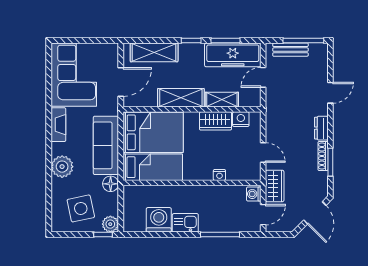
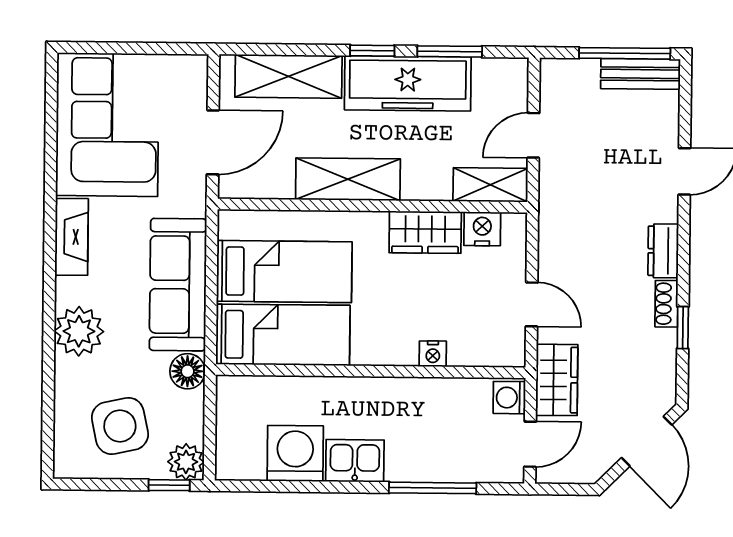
bench: (290, 50) -> (640, 74), moved
freezer: (233, 55) -> (408, 83), moved
shelving: (222, 100) -> (490, 185), moved
bed: (153, 132) -> (284, 272), width x0.67
shoe rack: (323, 156) -> (667, 304), width x0.70
window: (330, 162) -> (683, 328), width x0.67

